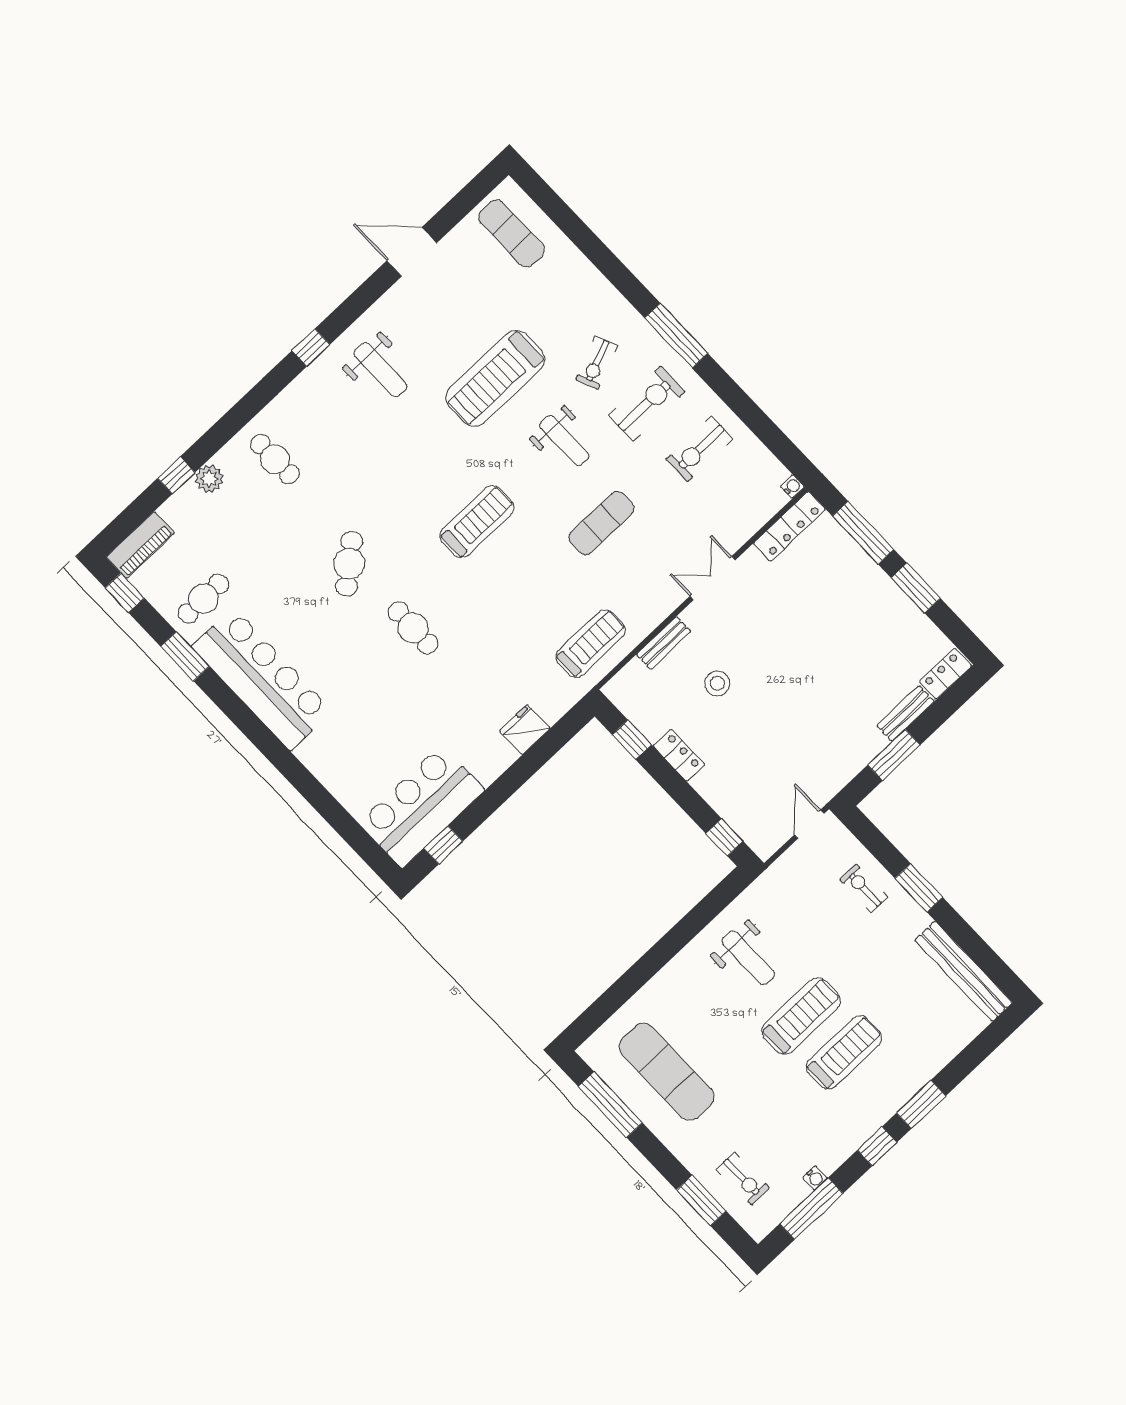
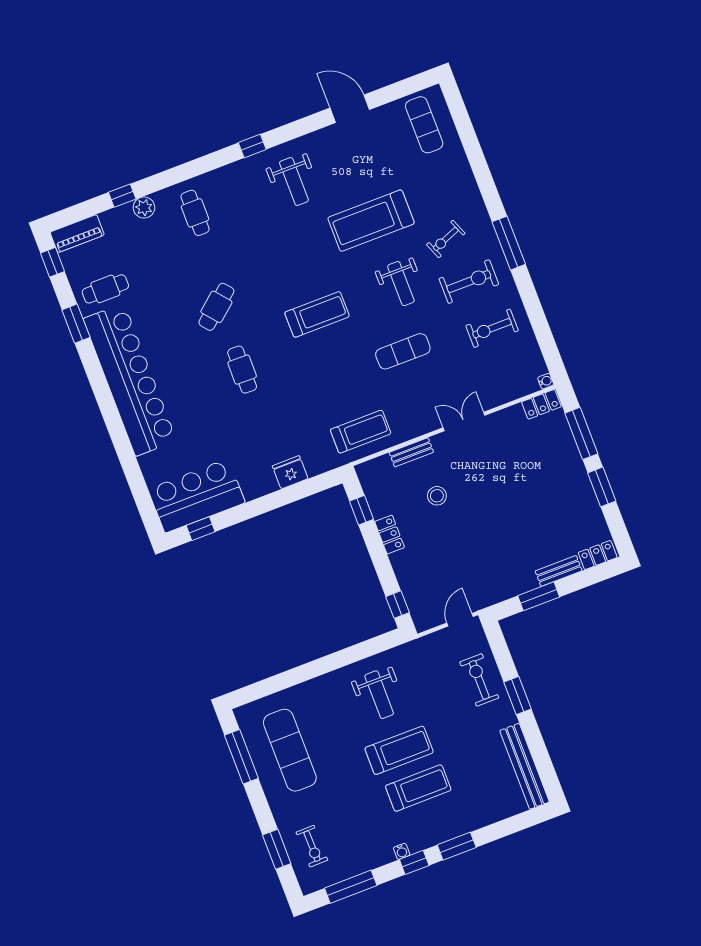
locker: (789, 526) -> (541, 404), width x0.66
bar counter: (262, 679) -> (130, 380), width x1.36
exercise bike: (864, 888) -> (479, 680), width x1.38, depth x1.39
water cooler: (815, 1178) -> (402, 851), moved

